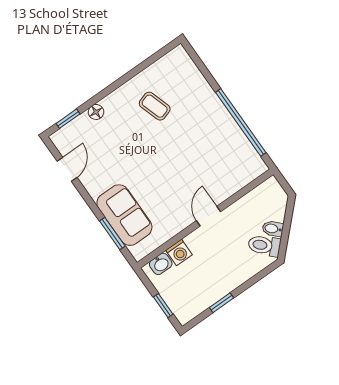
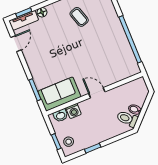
tv unit: (71, 131) -> (24, 20), added
sofa: (124, 215) -> (59, 94), moved, turned -90
door: (208, 216) -> (97, 93), hinge flipped
stool: (182, 301) -> (69, 142), added

